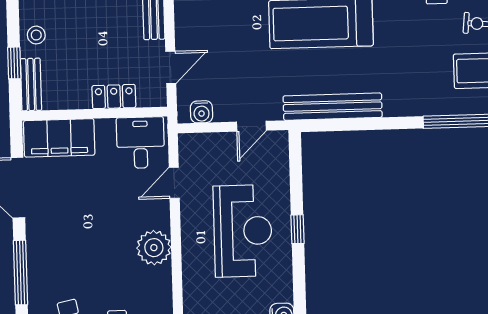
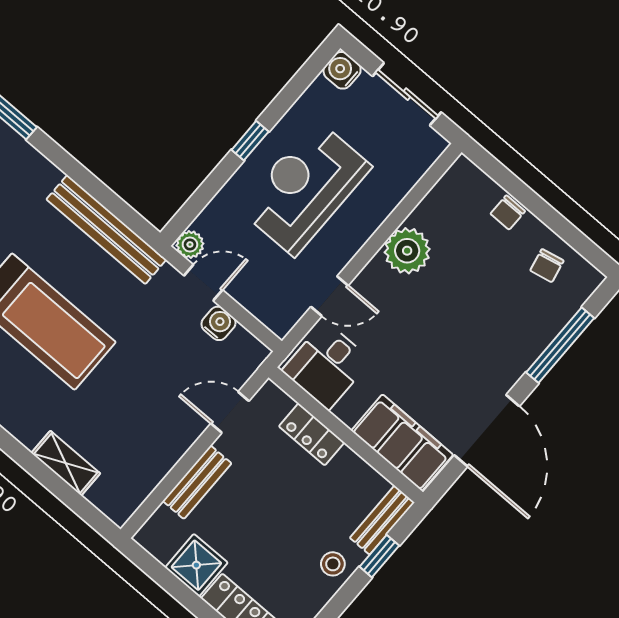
water cooler: (201, 112) -> (218, 323), moved
plant: (278, 141) -> (190, 244), added

